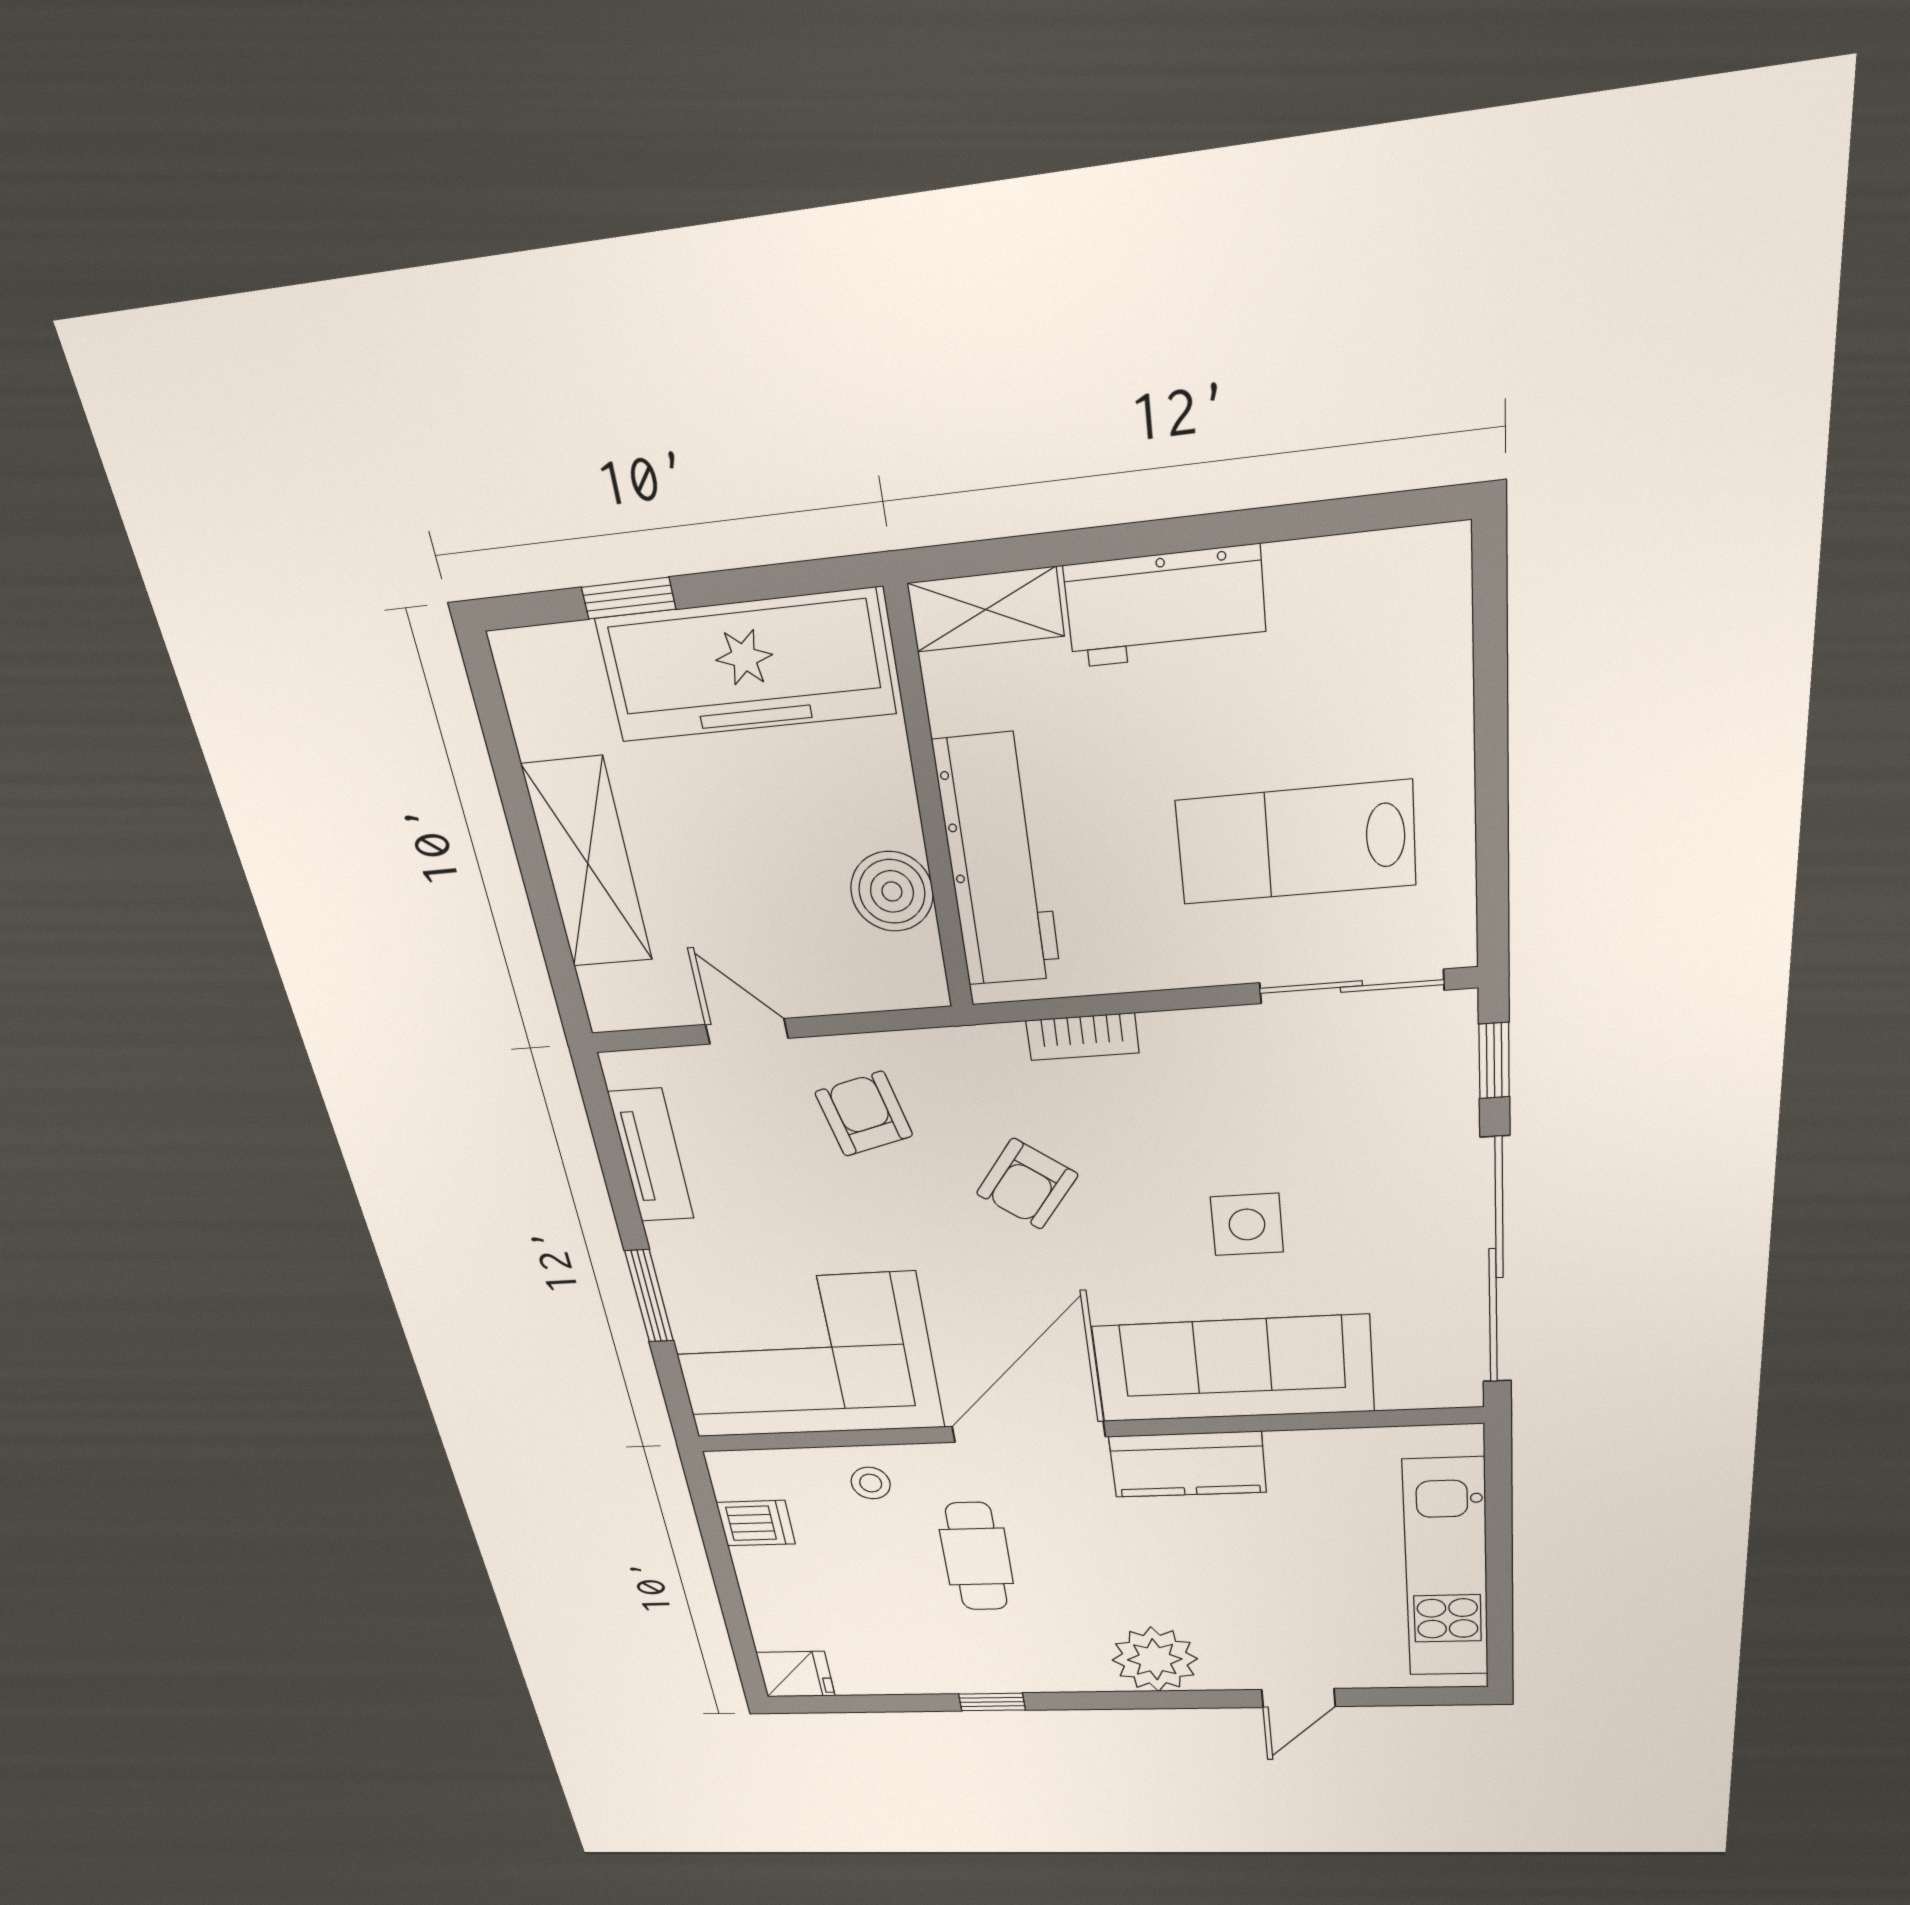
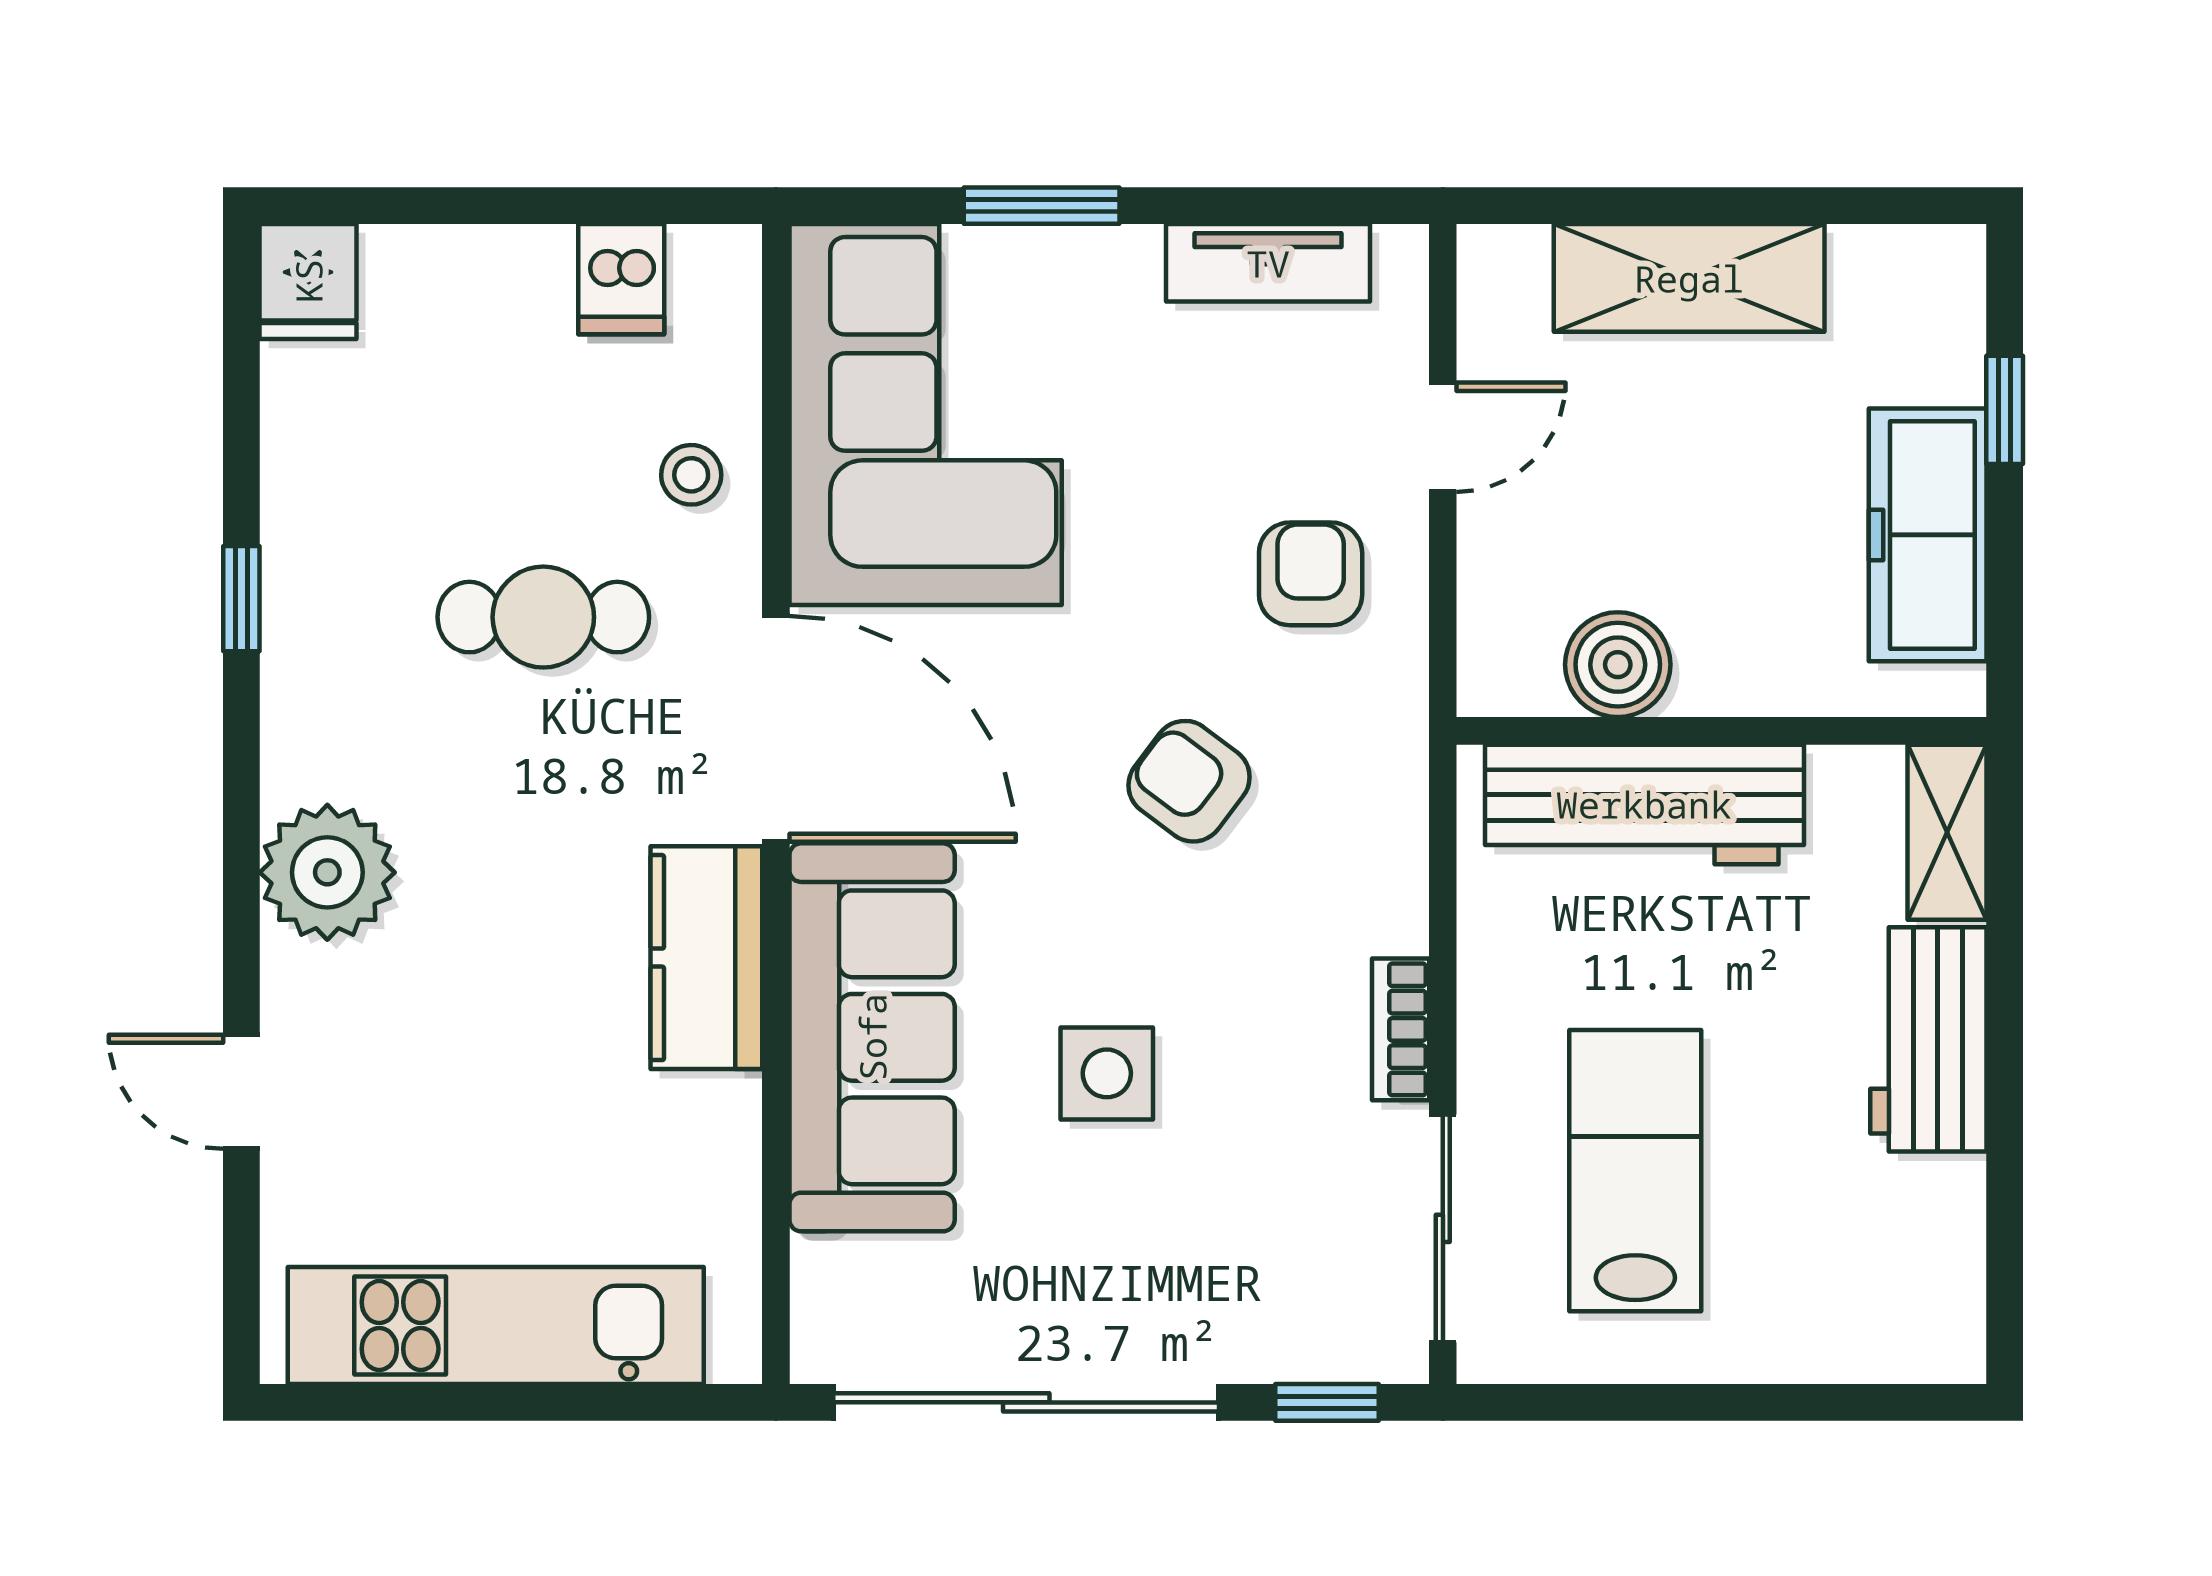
freezer: (746, 666) -> (1928, 535), width x0.73, depth x0.79
bookcase: (1082, 1037) -> (1401, 1029), moved
armchair: (864, 1114) -> (1311, 574), turned -76

